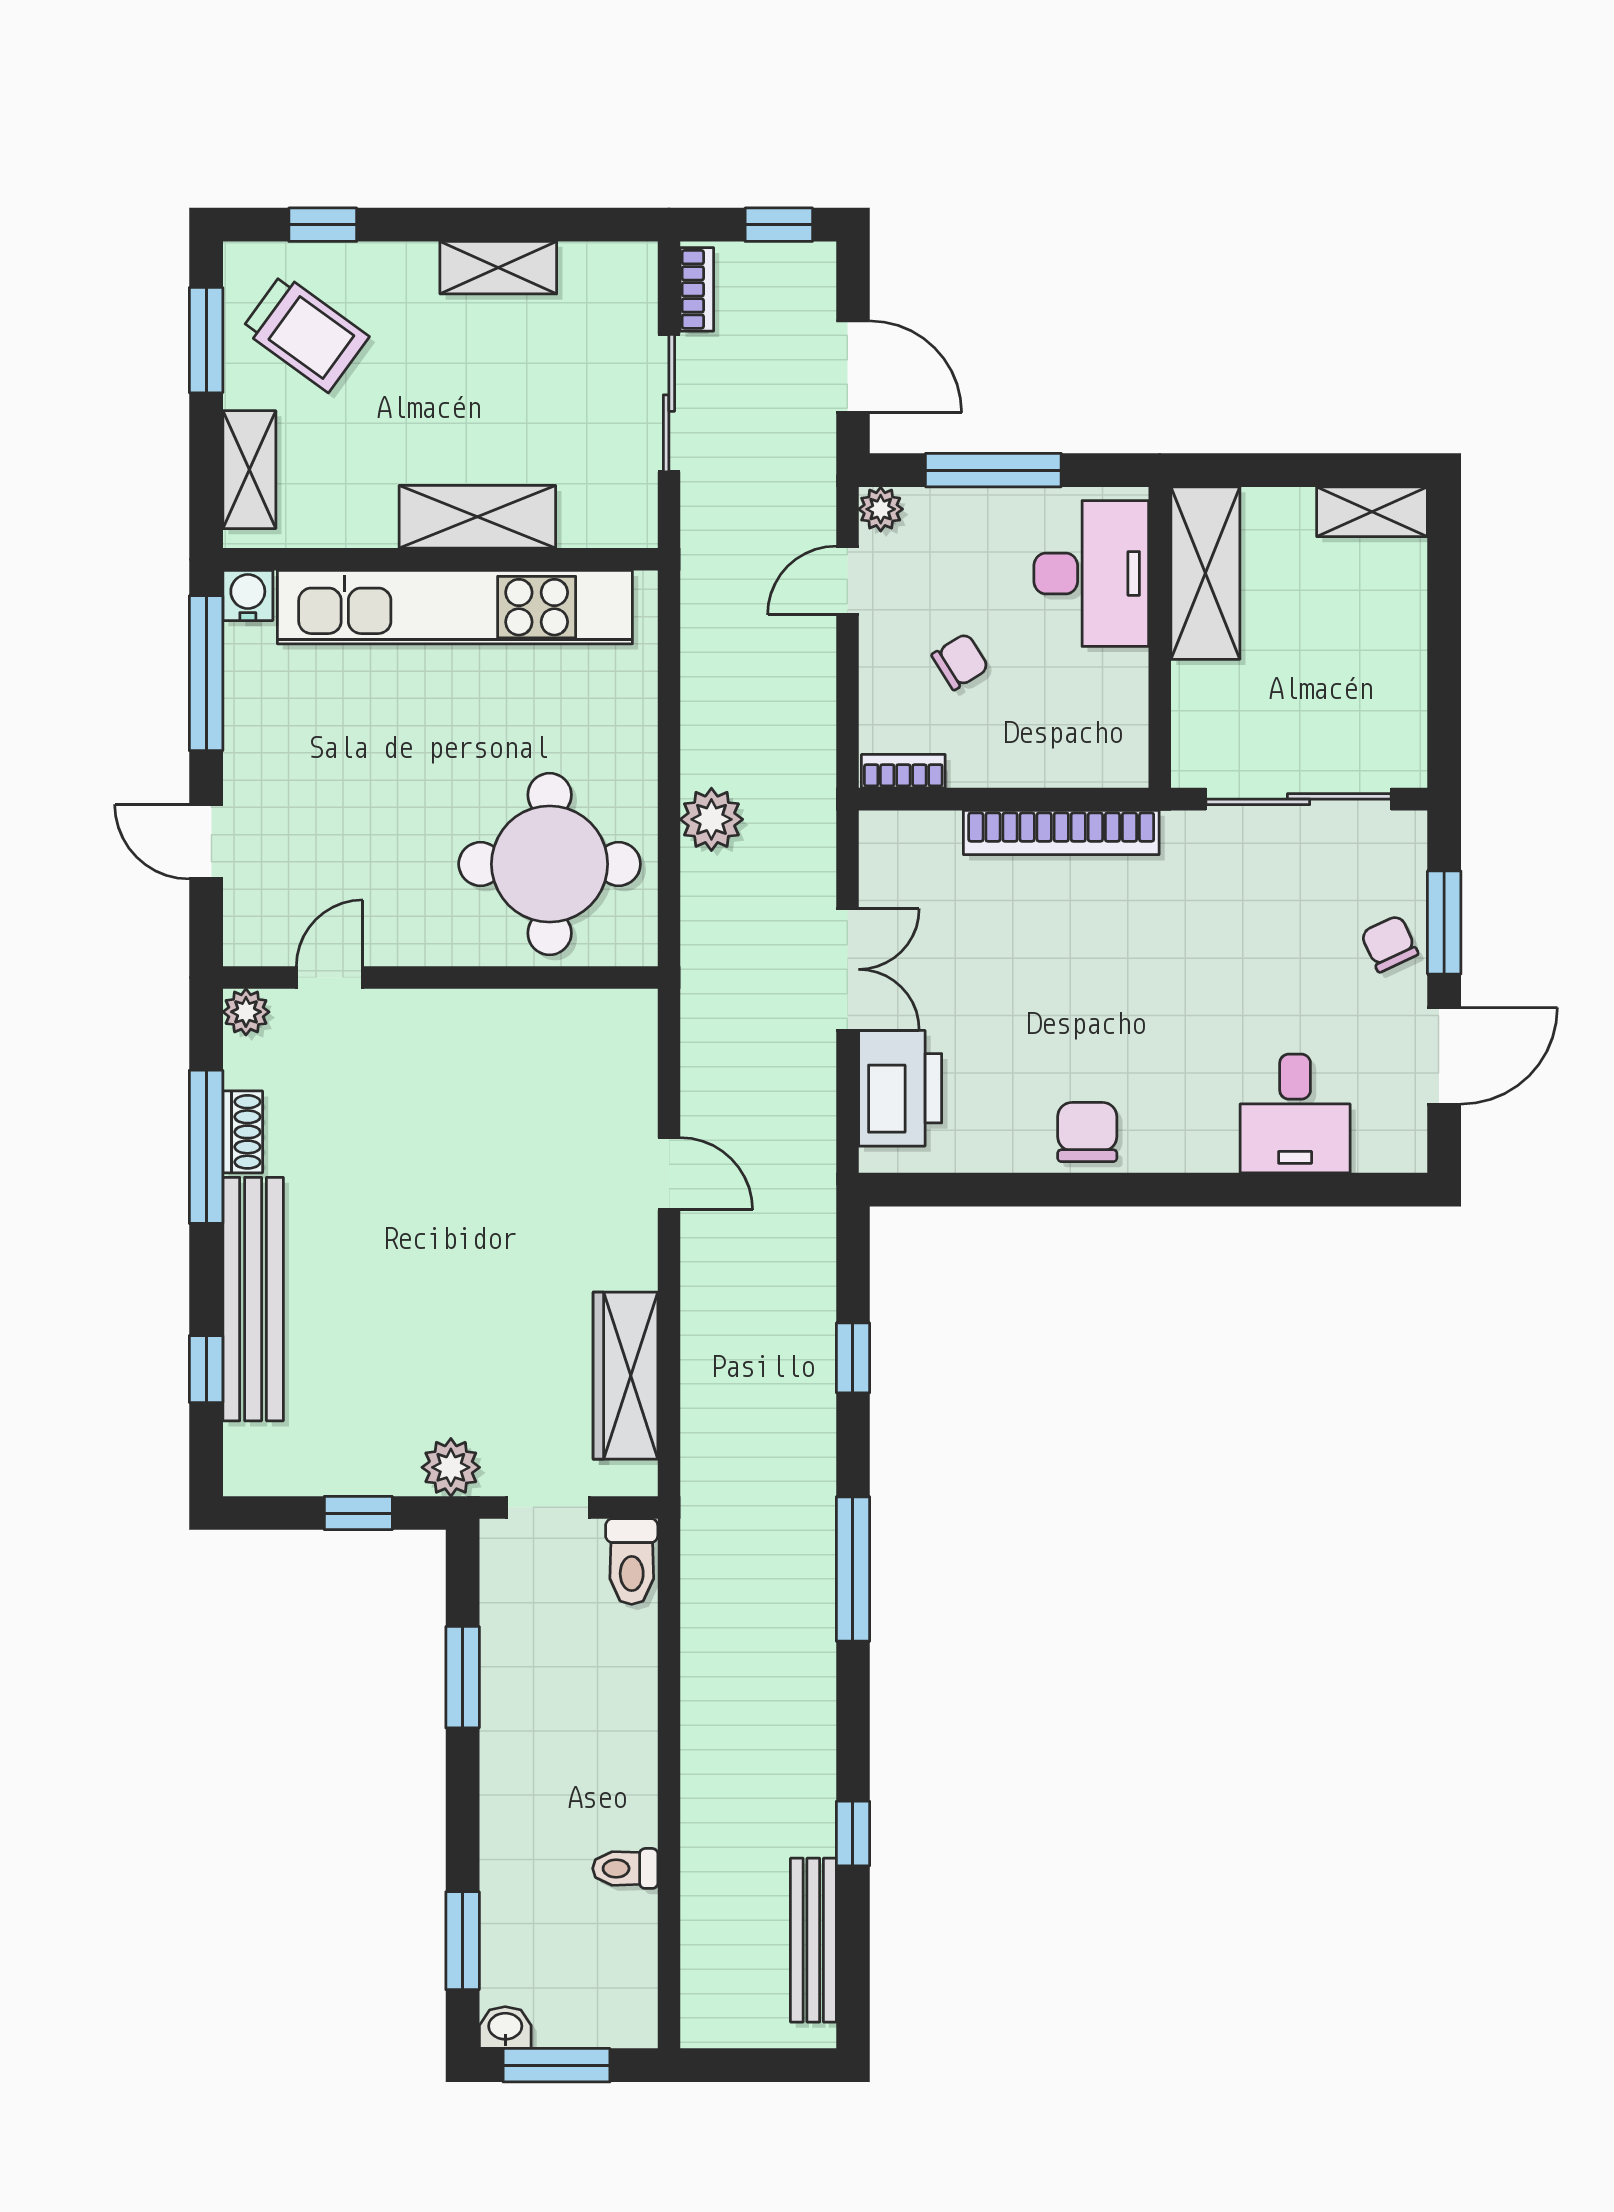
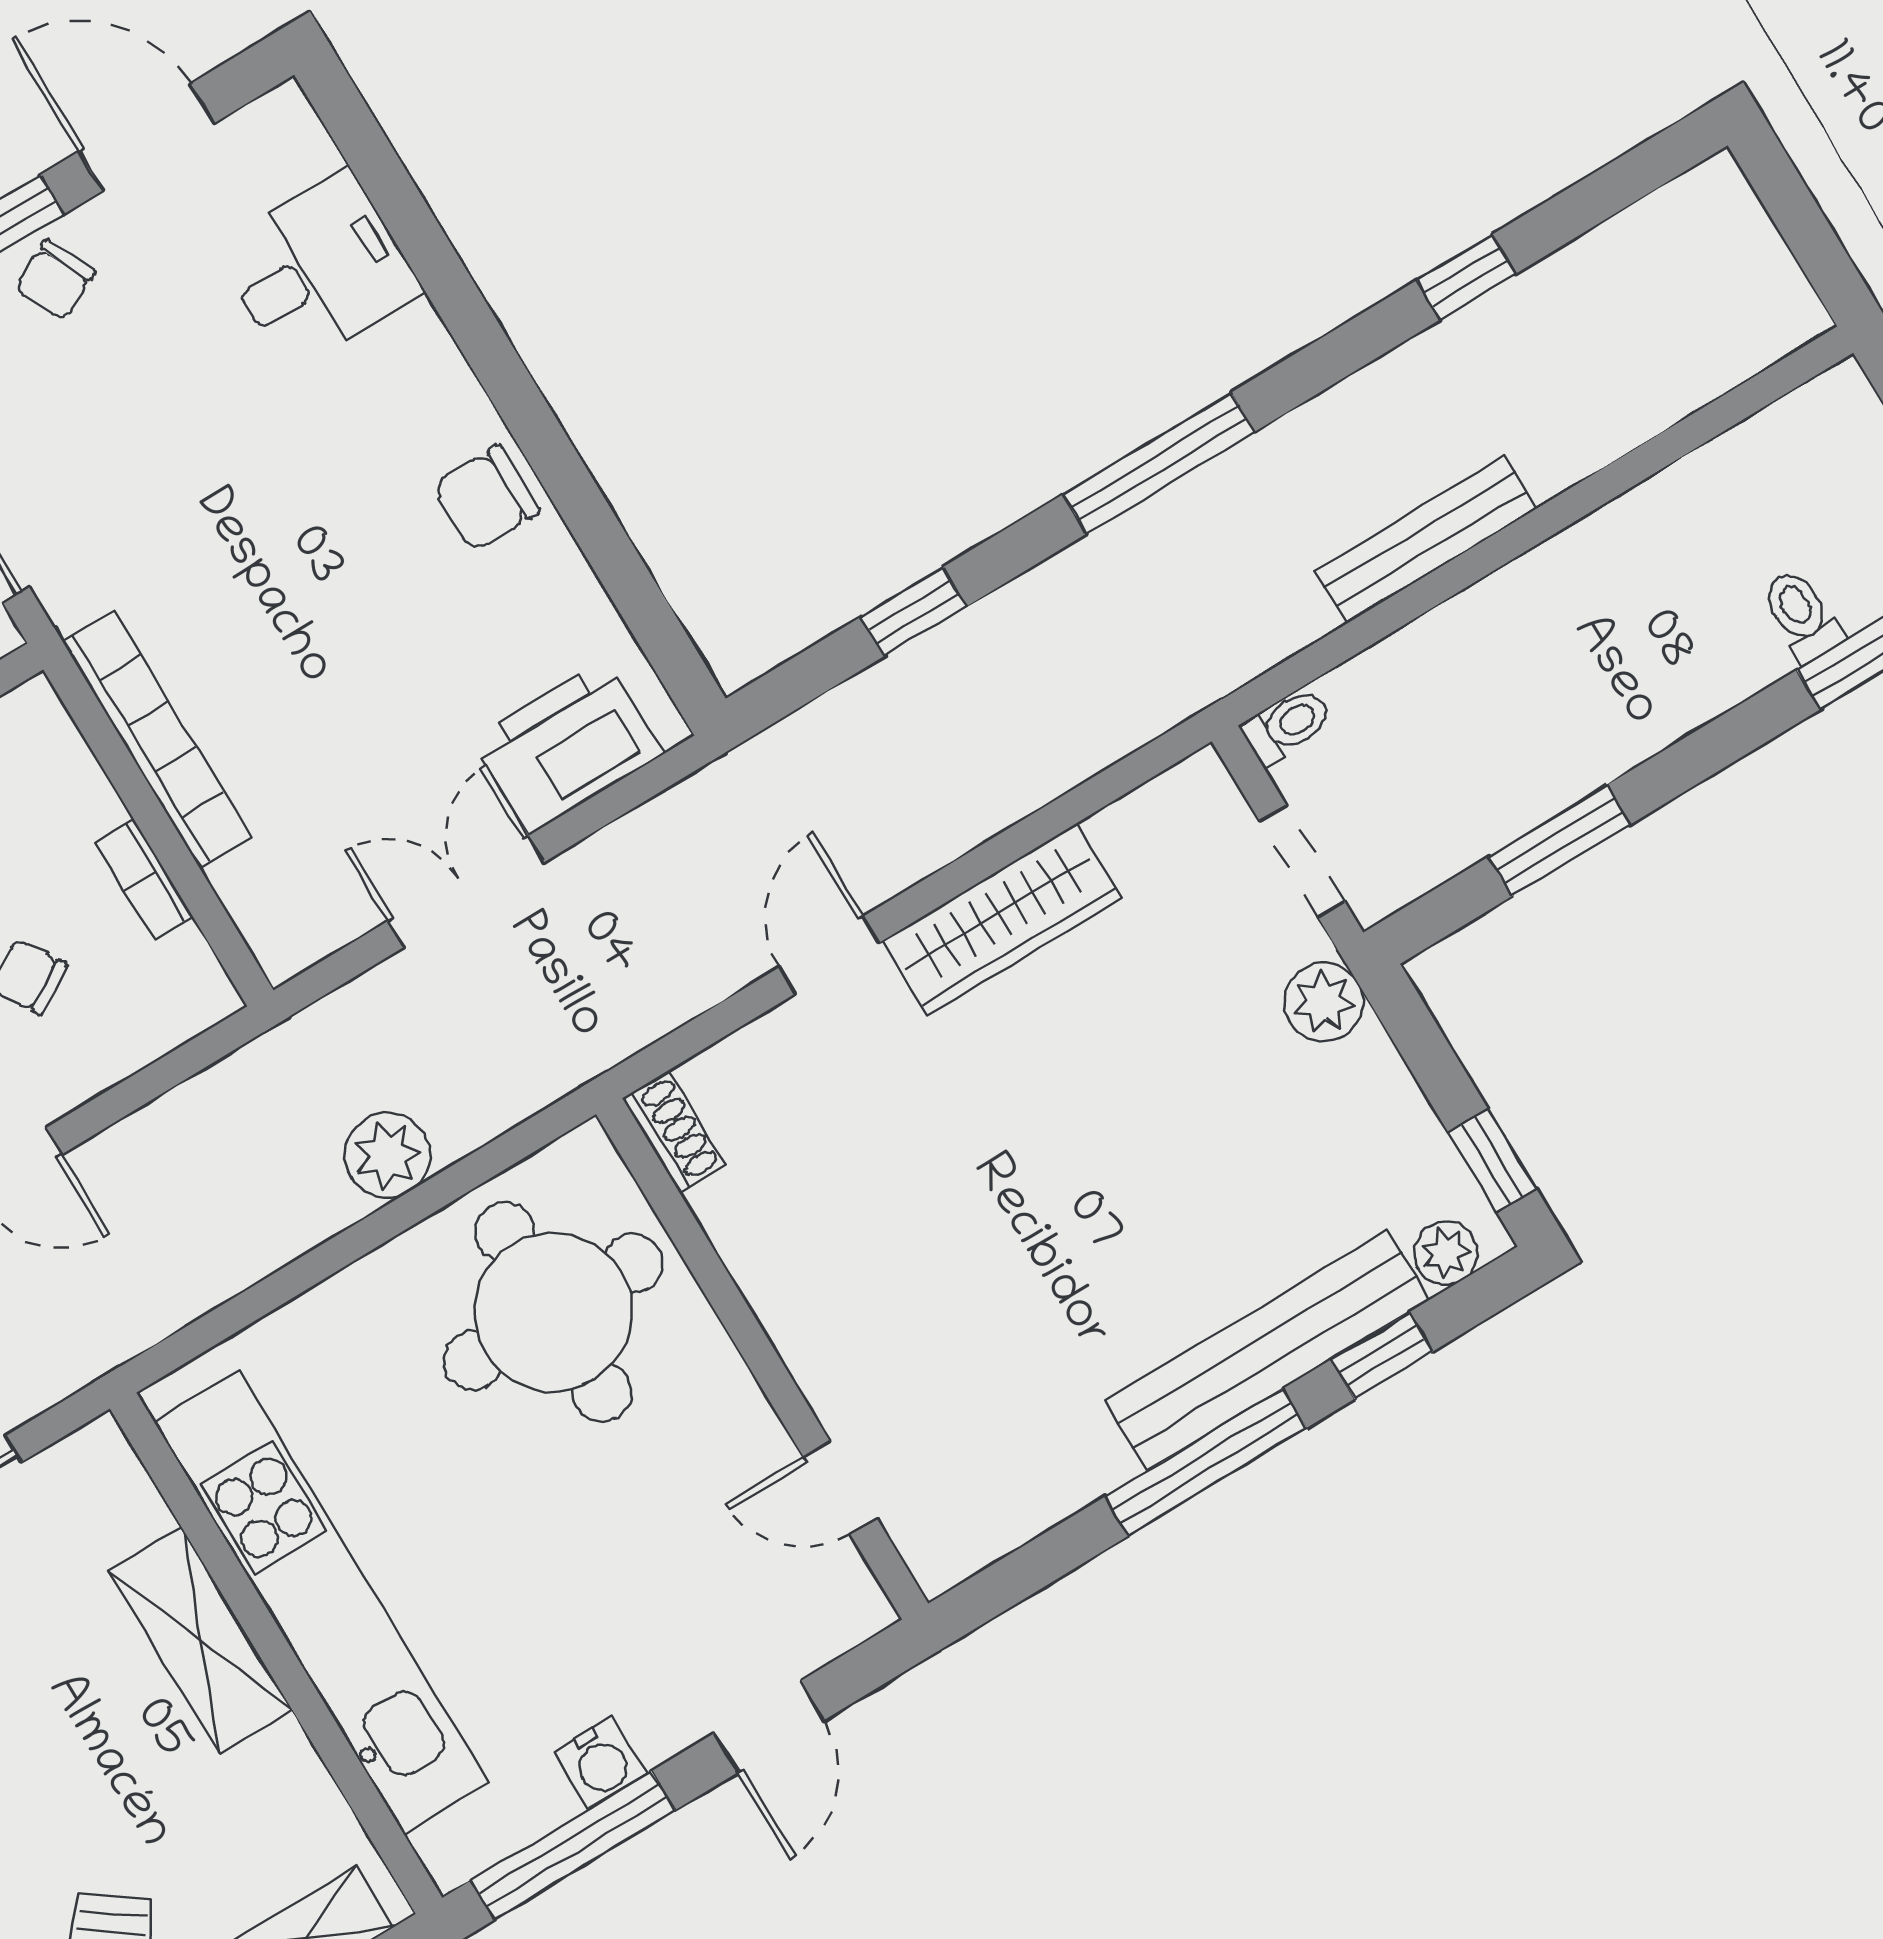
water cooler: (248, 595) -> (600, 1763), moved, turned -90
bookcase: (903, 771) -> (144, 879), moved
plant: (246, 1012) -> (1446, 1253), moved
shoe rack: (243, 1132) -> (674, 1132), moved, turned 90
window: (206, 1147) -> (1206, 1462), moved
wardrobe: (625, 1376) -> (1002, 919), moved
window: (358, 1513) -> (1492, 1160), moved
toilet: (632, 1562) -> (1287, 726), width x0.73, depth x0.72
toilet: (625, 1868) -> (1802, 616), moved, turned 180
bench: (813, 1940) -> (1426, 540), moved

